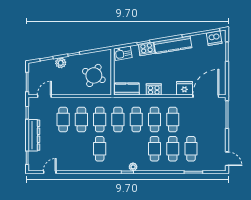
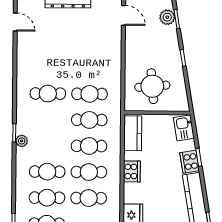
plant: (61, 63) -> (167, 17), moved
round table: (94, 75) -> (152, 86), turned -32
cafe table: (63, 119) -> (90, 42), removed
cafe table: (81, 119) -> (90, 68), removed

